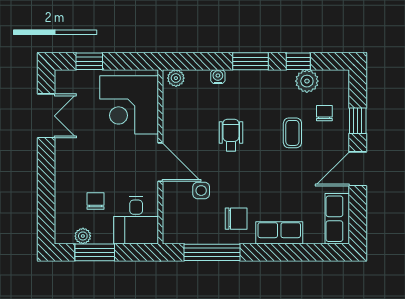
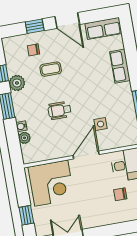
plant: (176, 78) -> (24, 138), moved
plant: (307, 81) -> (17, 83), moved
chair: (236, 219) -> (115, 97), removed

